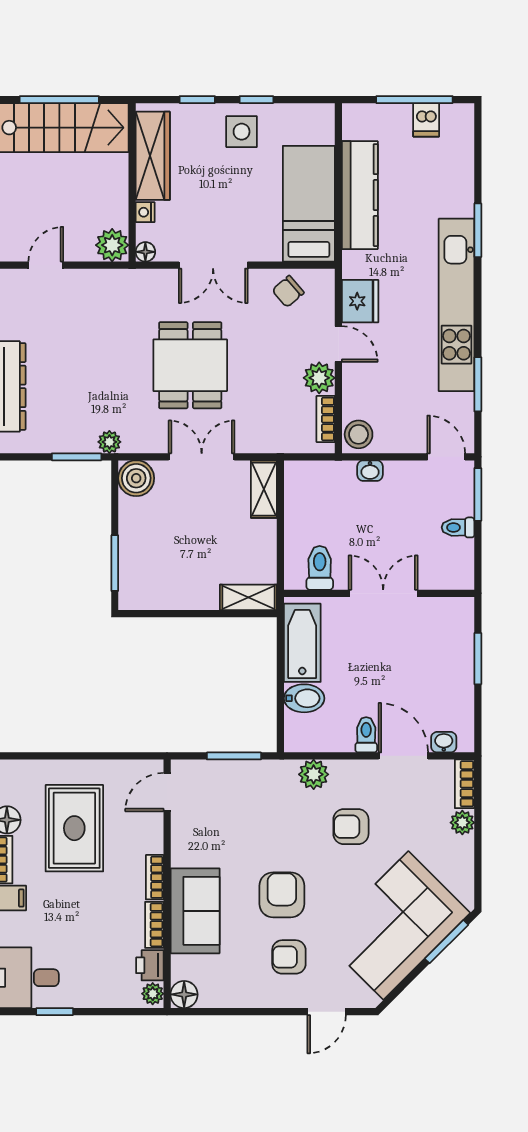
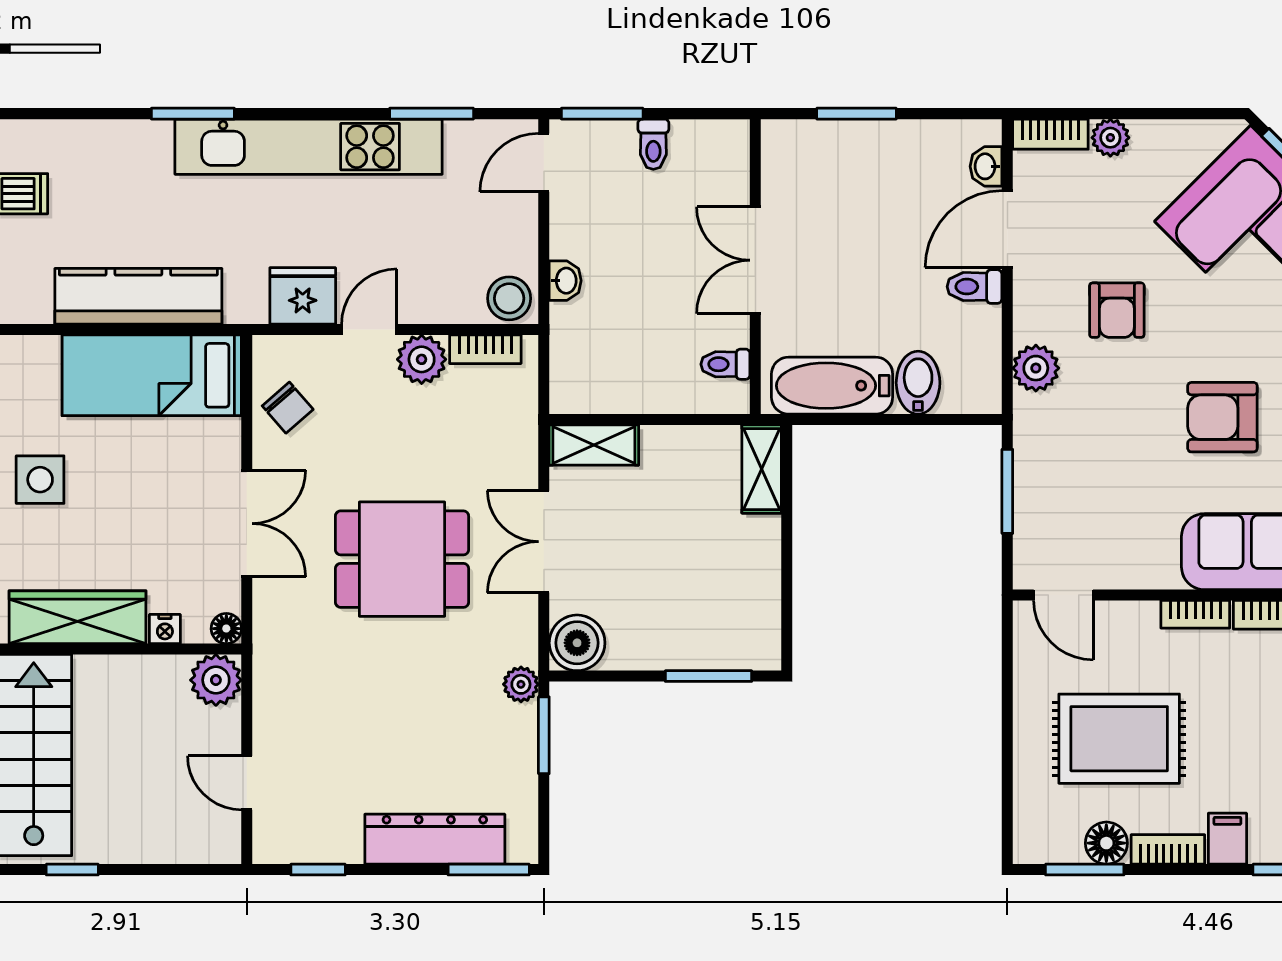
toilet: (320, 568) -> (725, 364), width x0.73, depth x0.72

